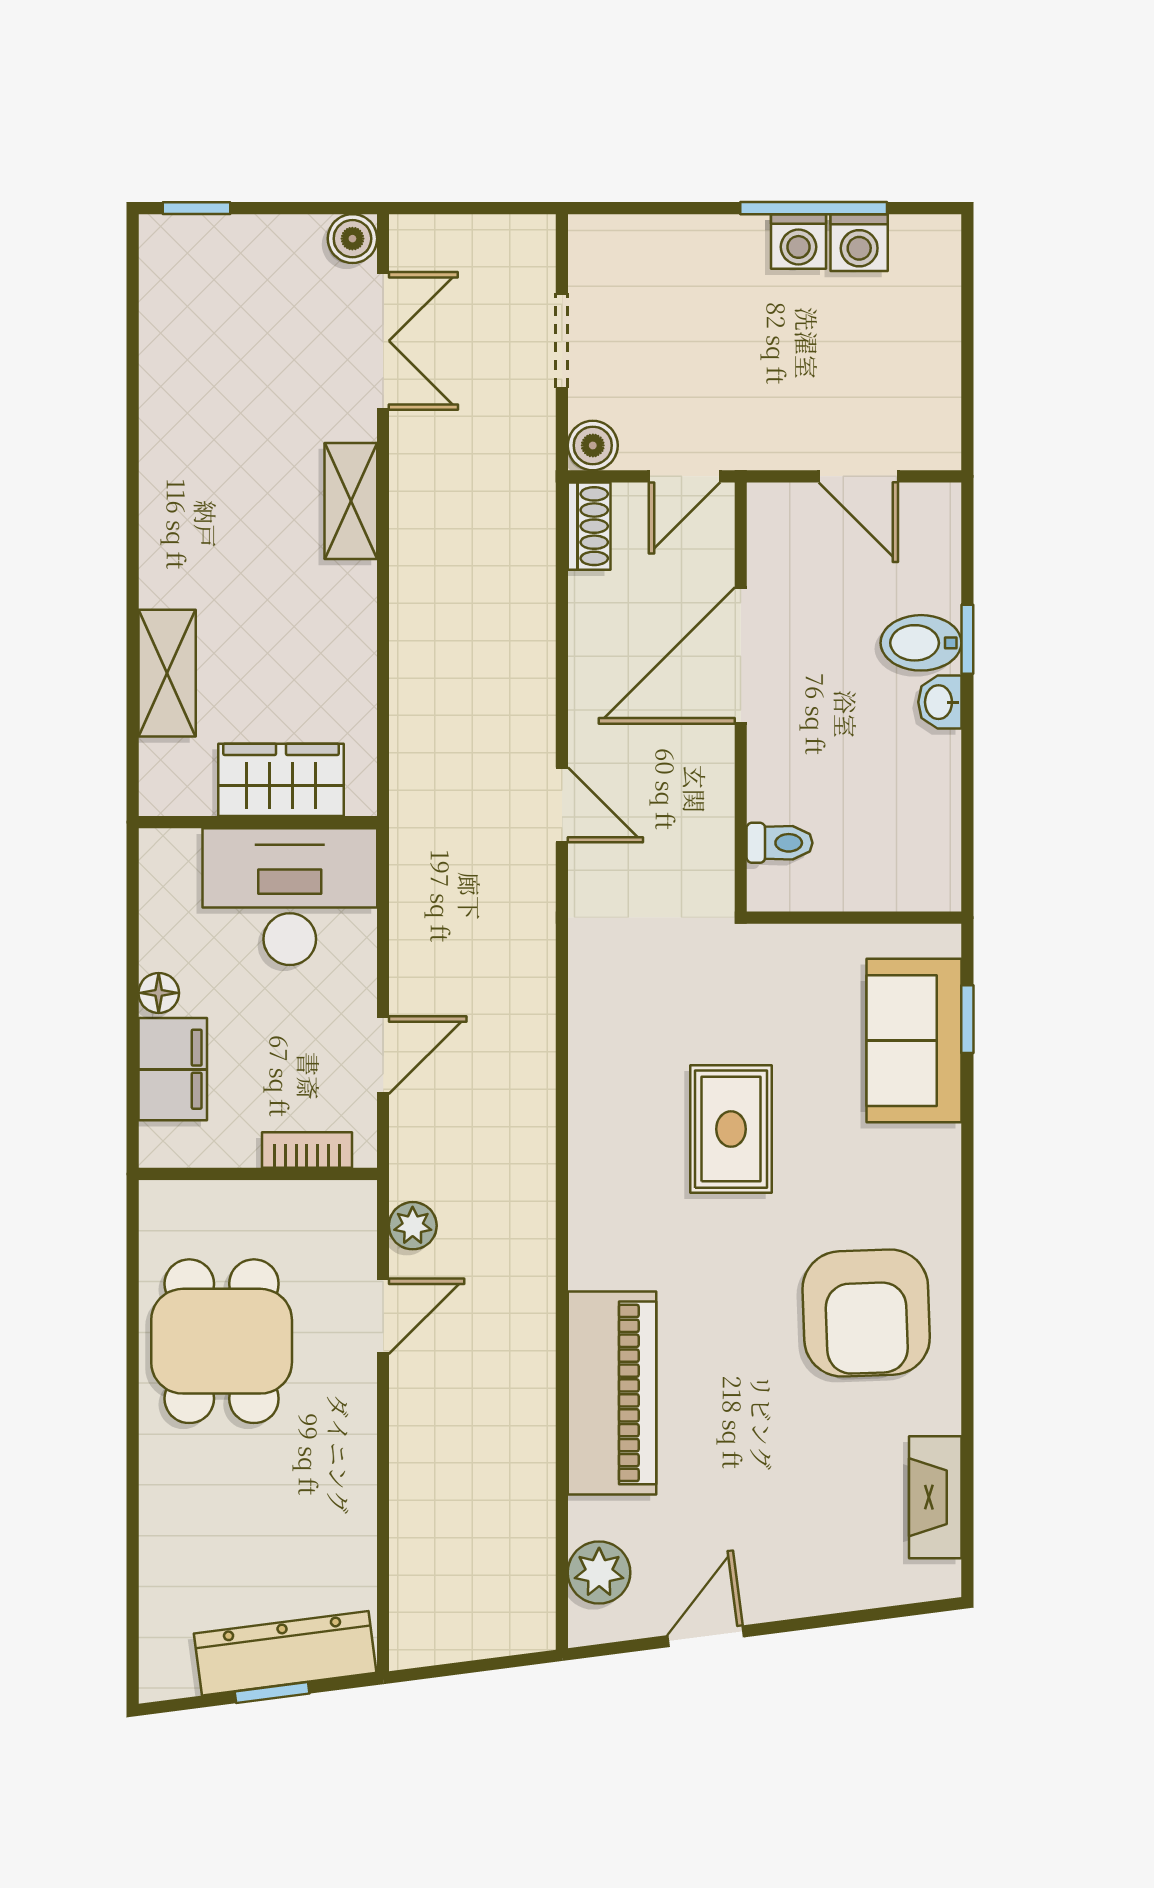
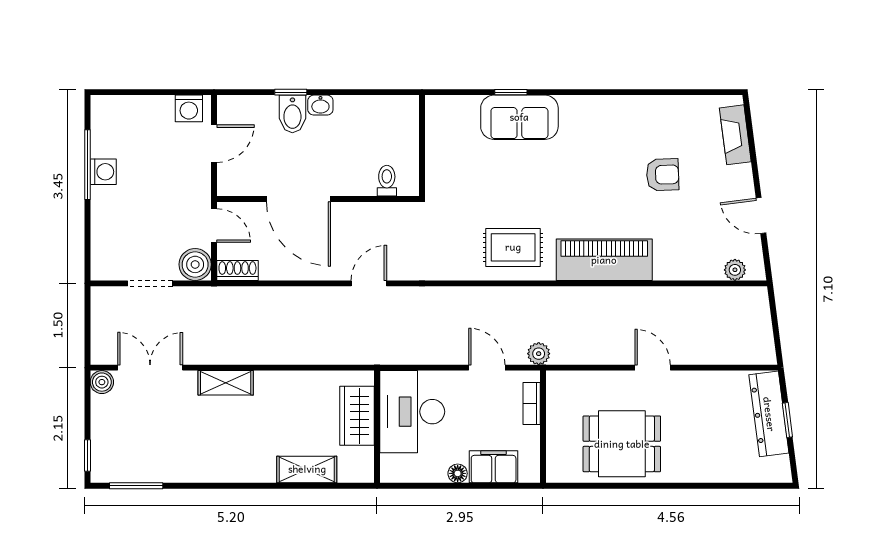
washing machine: (859, 243) -> (189, 108), moved, turned 90
window: (133, 311) -> (136, 486), added
boiler: (593, 445) -> (195, 264), width x1.36, depth x1.36
window: (967, 1019) -> (511, 92), moved
sofa: (914, 1041) -> (519, 117), moved
rug: (731, 1129) -> (513, 247), moved
plant: (413, 1226) -> (539, 354), moved
armchair: (866, 1313) -> (663, 175), moved, width x0.53, depth x0.53
door: (383, 1316) -> (653, 368), moved
piano: (612, 1393) -> (604, 260), moved
fireplace: (935, 1497) -> (735, 135), moved, turned 83
plant: (599, 1573) -> (735, 270), width x0.73, depth x0.73

